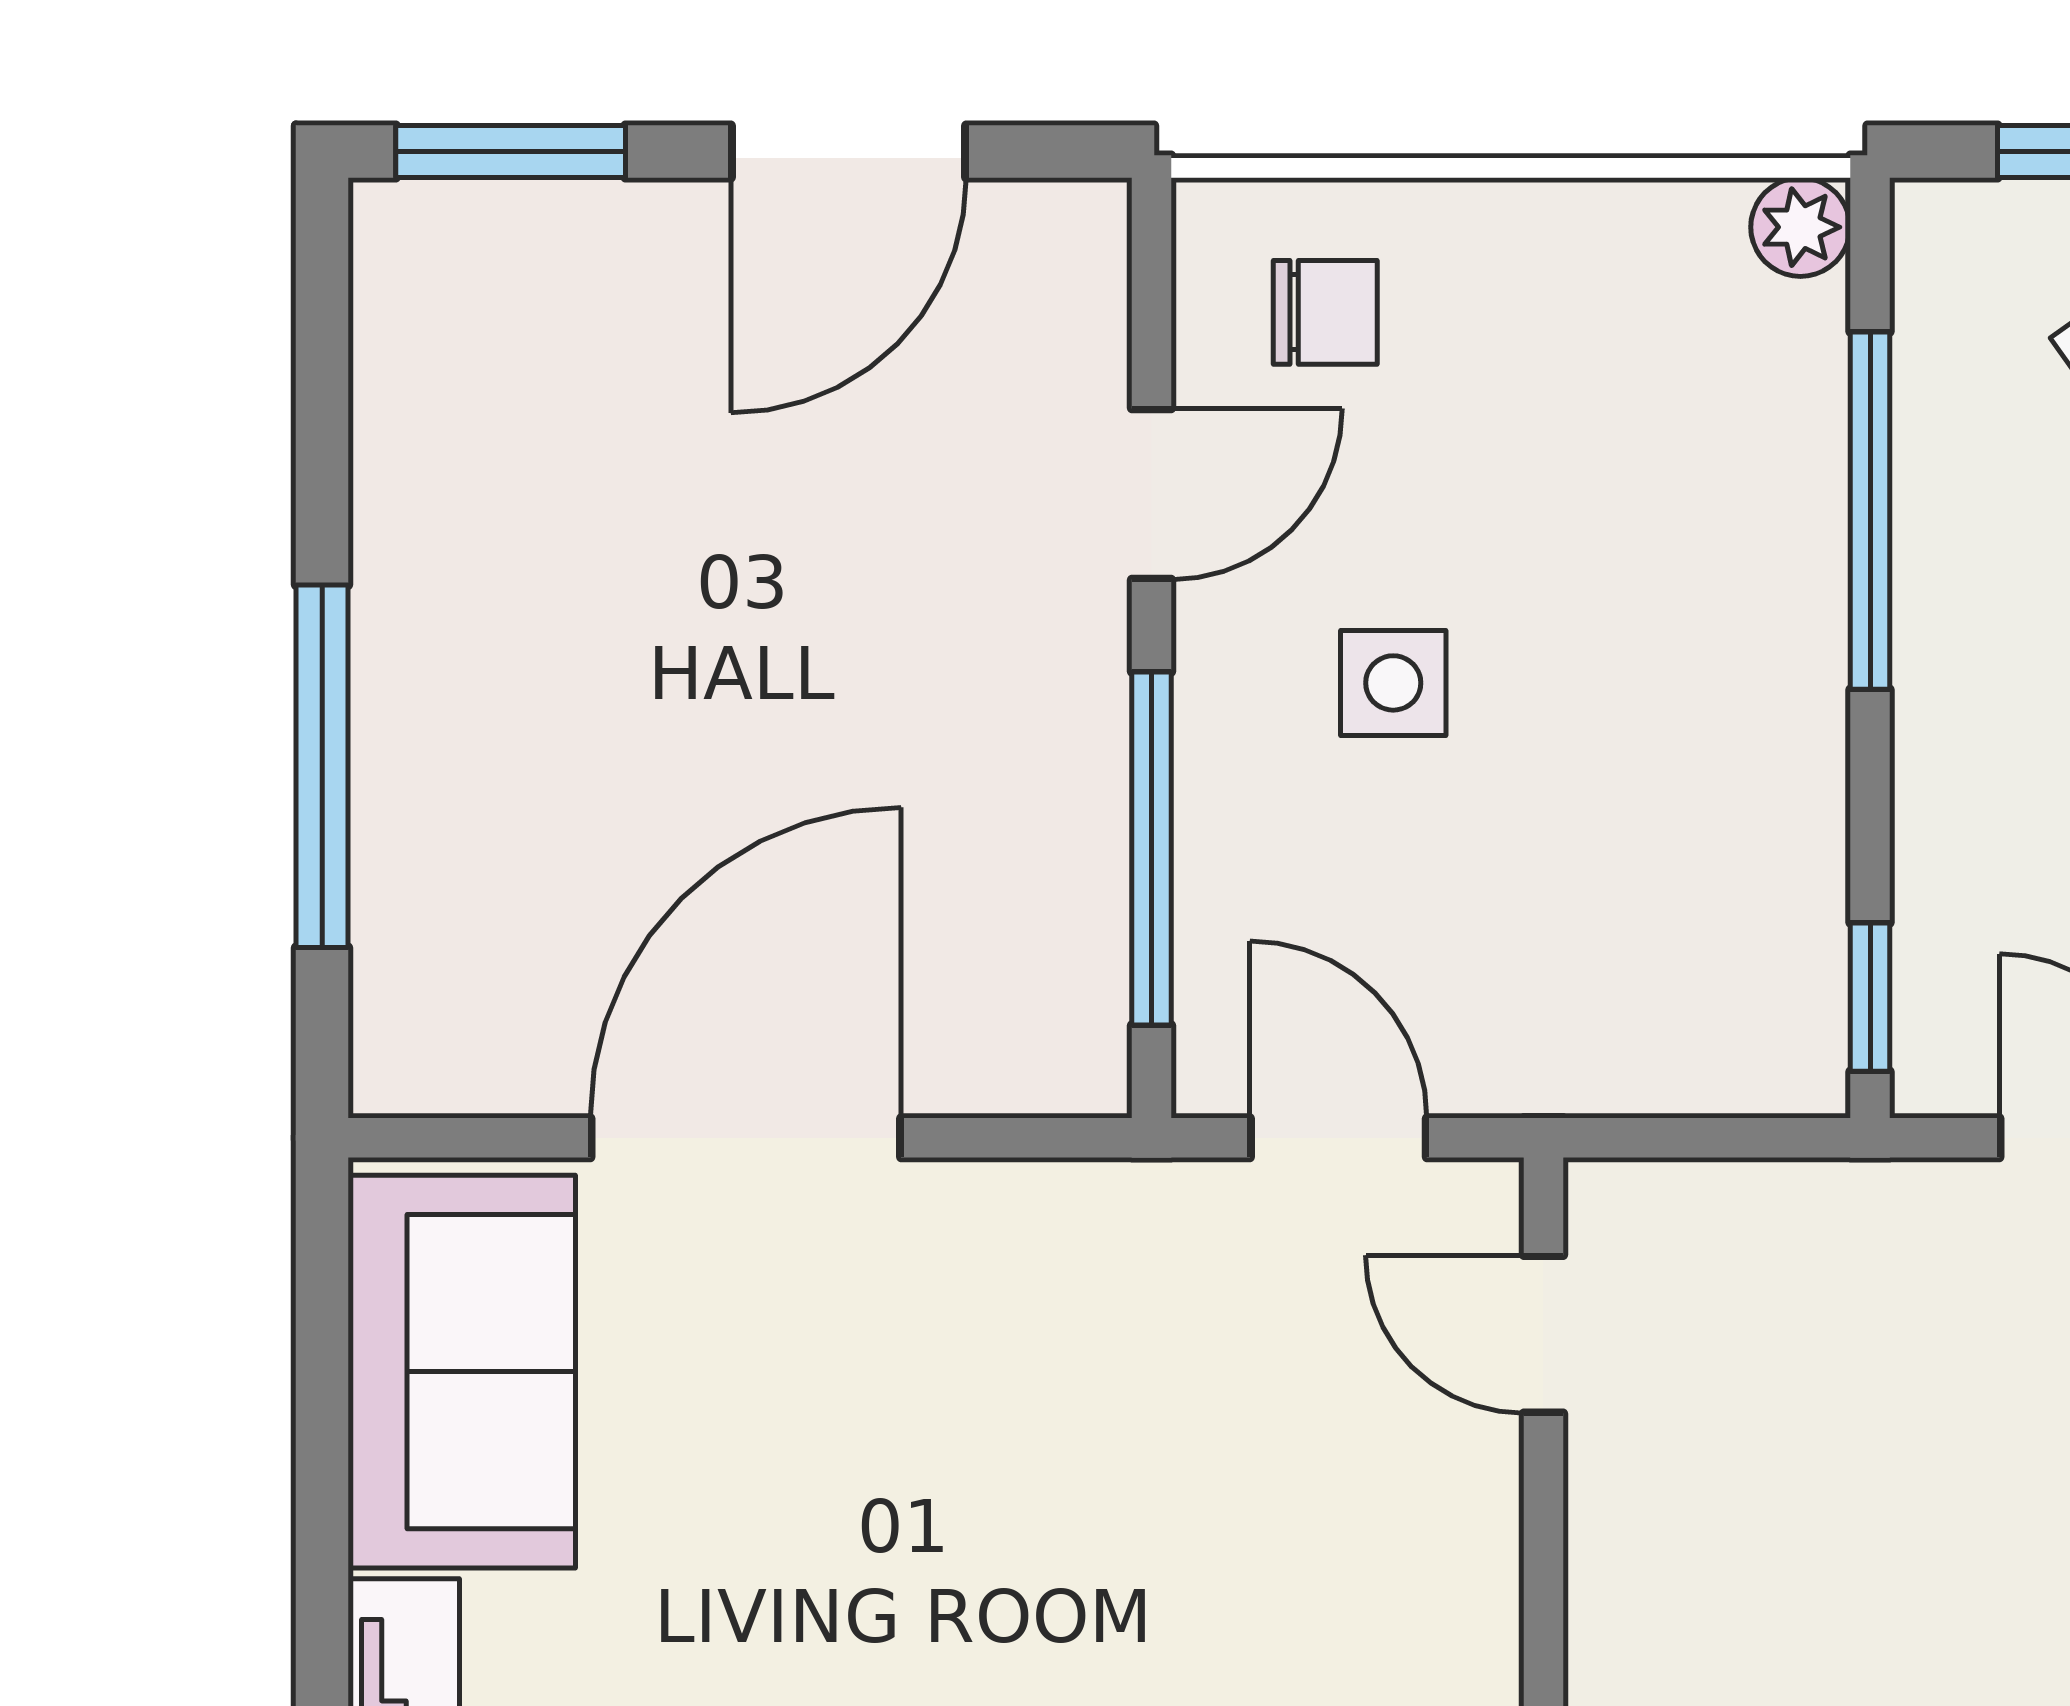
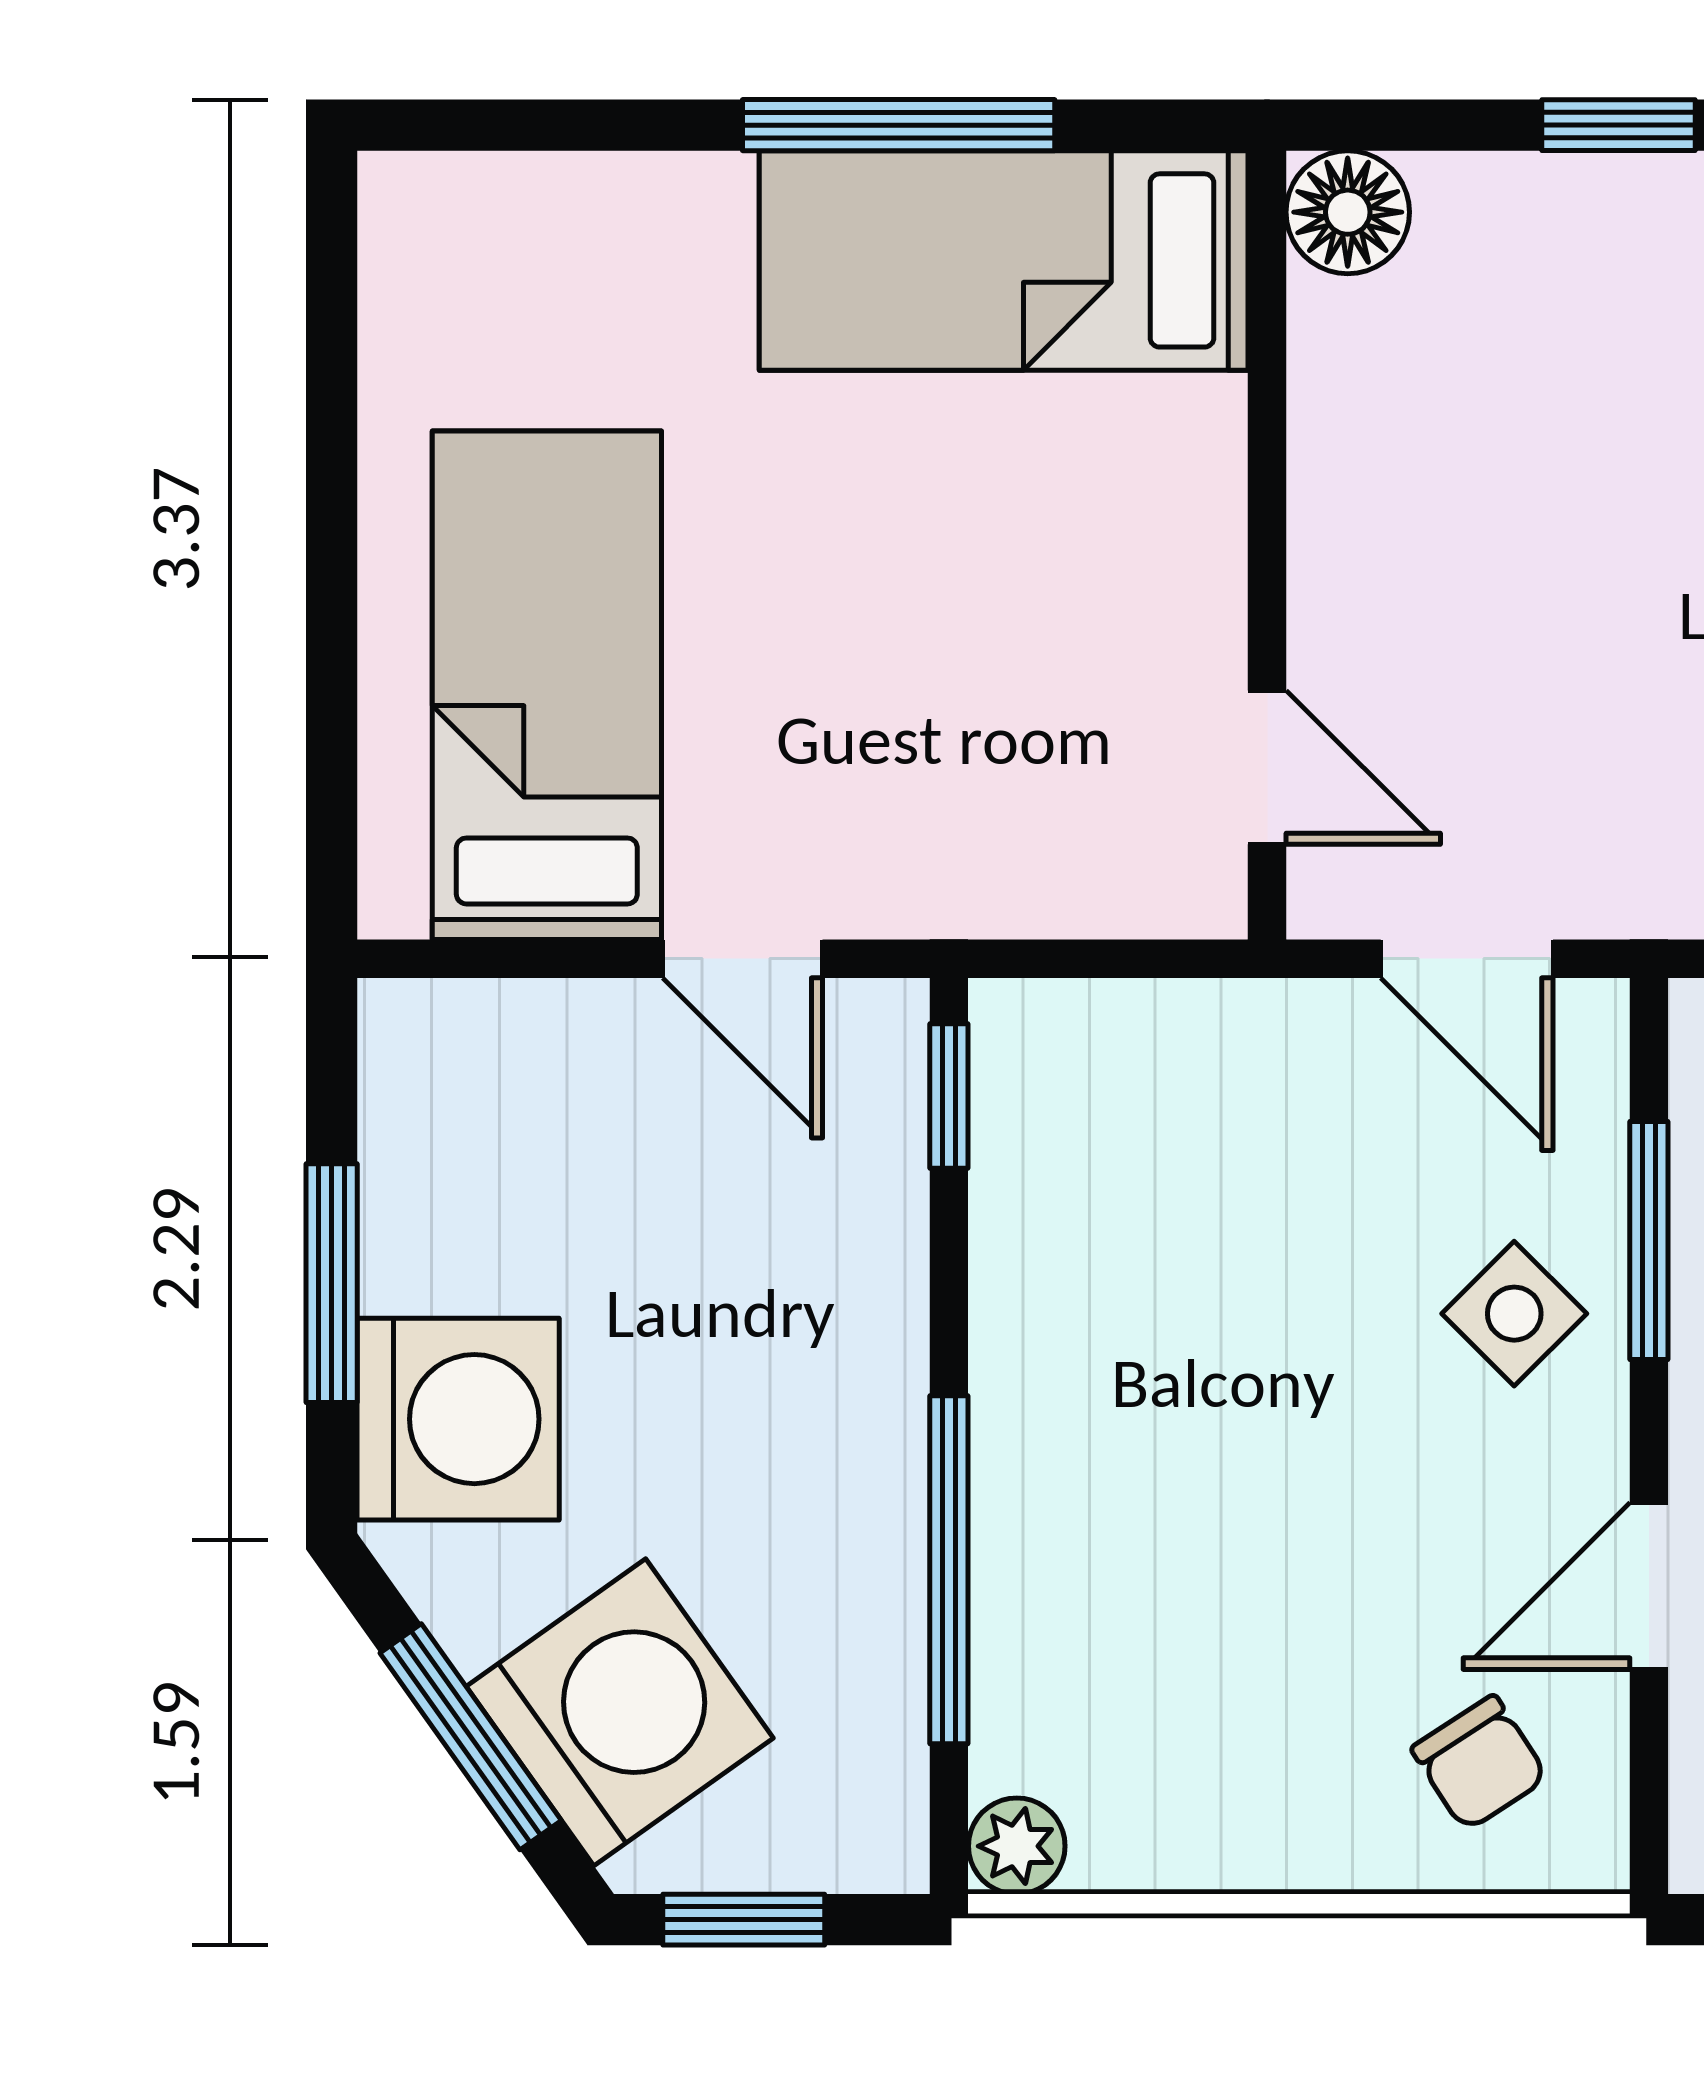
chair: (1325, 312) -> (1480, 1763), turned -123
side table: (1393, 683) -> (1514, 1314), moved, turned 45
window: (1152, 849) -> (1649, 1241), width x0.69

